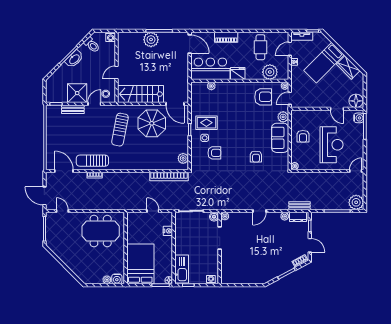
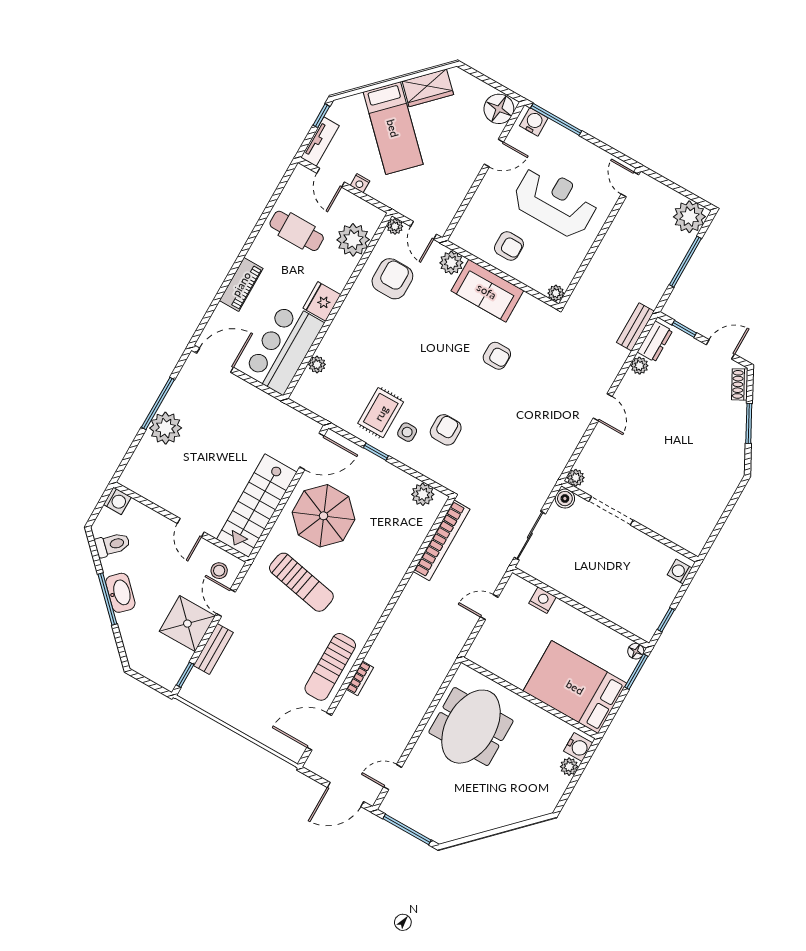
kitchen sink: (182, 269) -> (628, 615), removed

